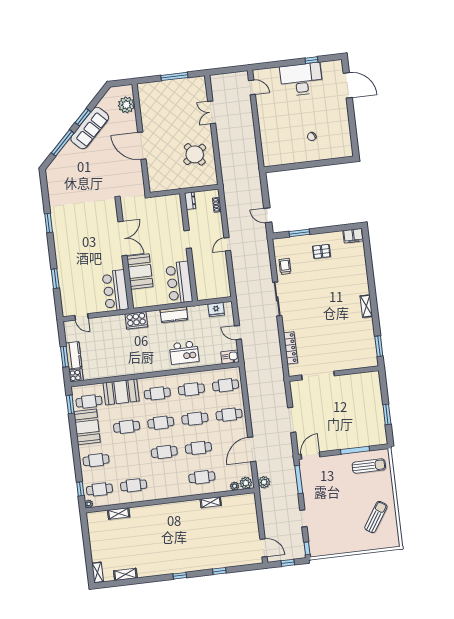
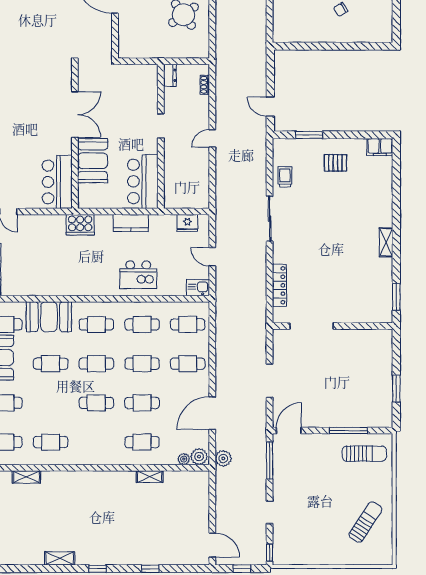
shelving: (125, 574) -> (60, 558), moved

